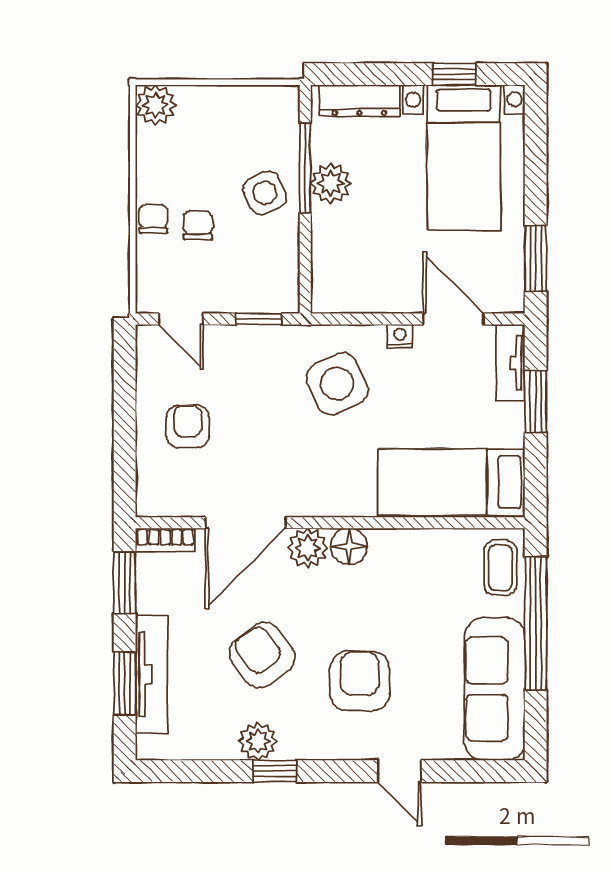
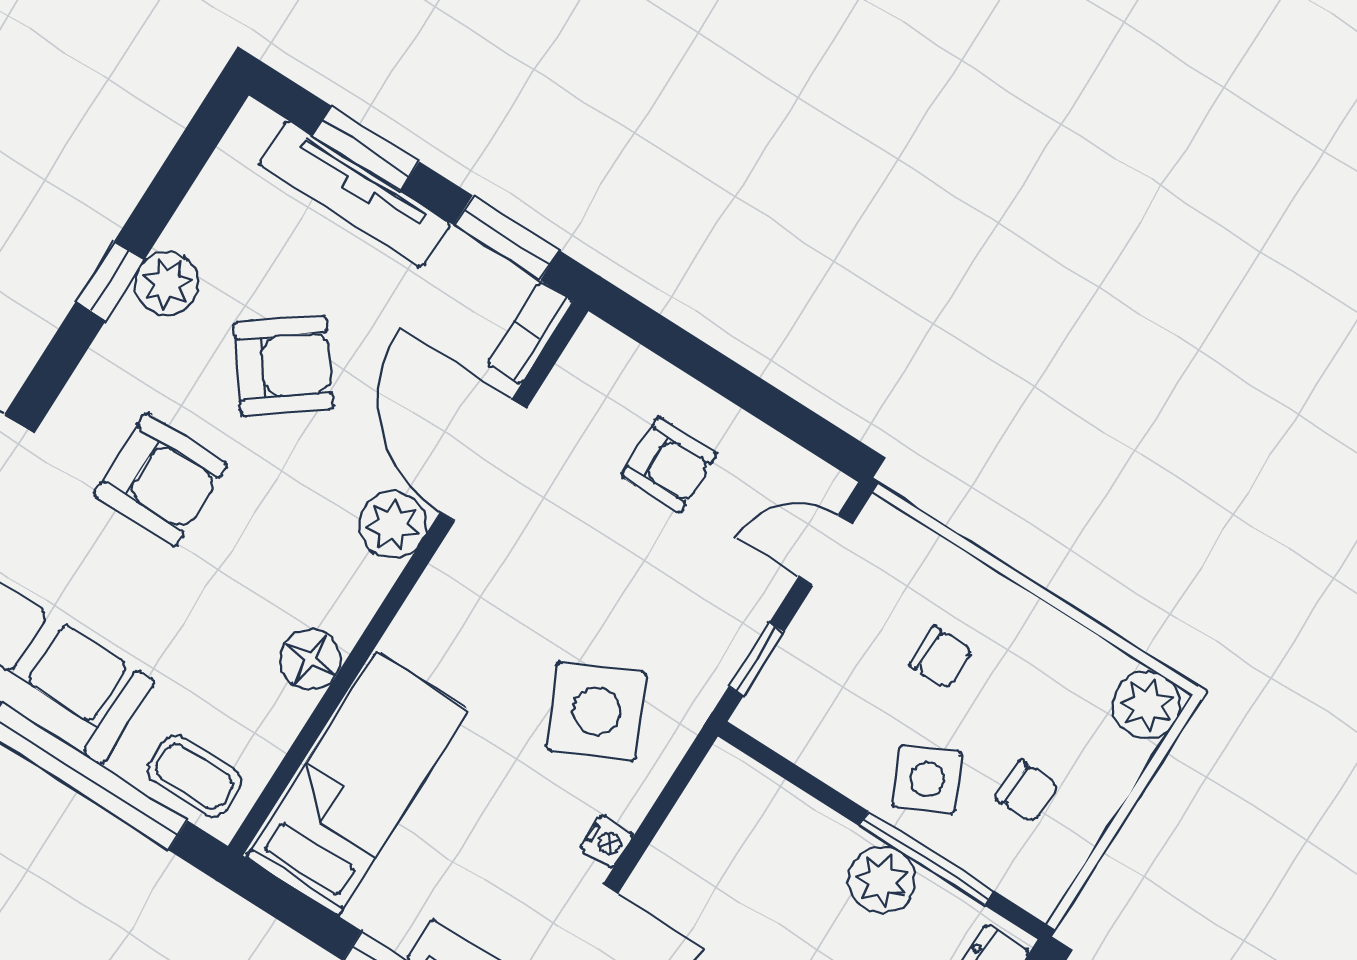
chair: (153, 219) -> (1027, 792), moved
floor lamp: (349, 546) -> (311, 659), moved

